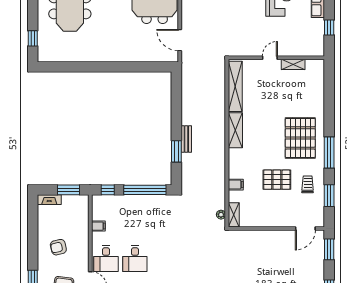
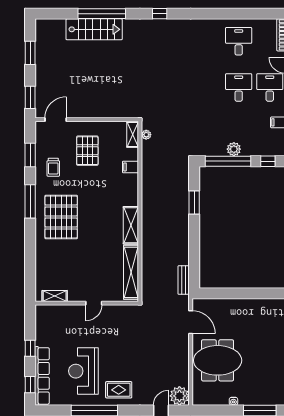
window: (329, 27) -> (30, 348), moved
shelving: (293, 64) -> (55, 296), moved
bench: (186, 139) -> (184, 280), moved
pallet: (277, 180) -> (87, 151), moved, turned 90
plant: (139, 201) -> (234, 149), added

